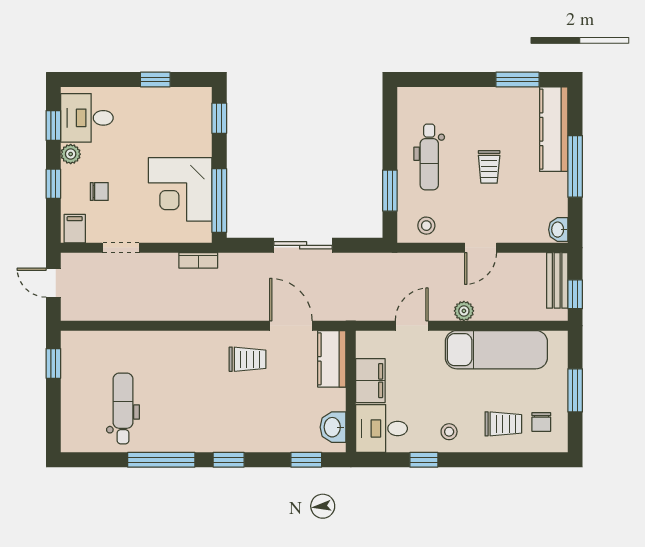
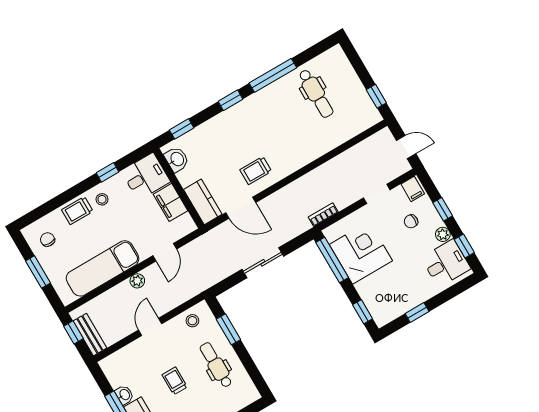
washbasin: (558, 230) -> (124, 395), moved
trolley: (503, 424) -> (77, 211), moved

